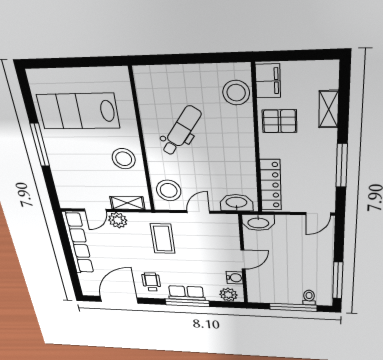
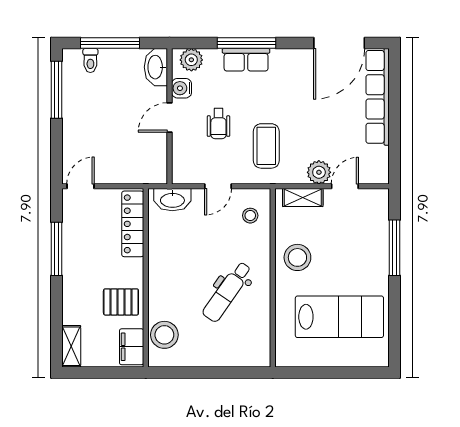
shelving: (329, 109) -> (71, 346), moved
window: (40, 145) -> (394, 248), moved
stool: (169, 190) -> (250, 216), width x0.53, depth x0.53
washbasin: (258, 223) -> (156, 67), moved, turned -90
row of seats: (78, 243) -> (378, 97), moved
wheelchair: (151, 282) -> (218, 124), moved

